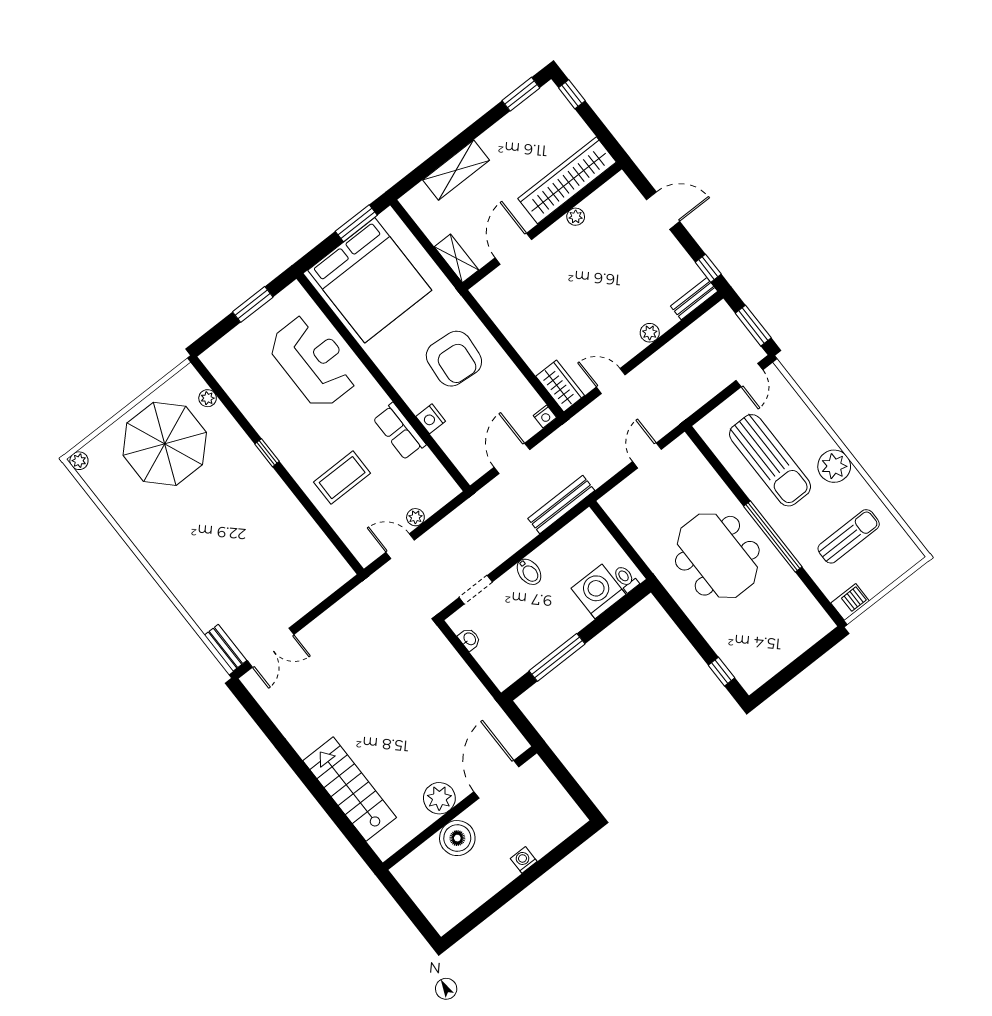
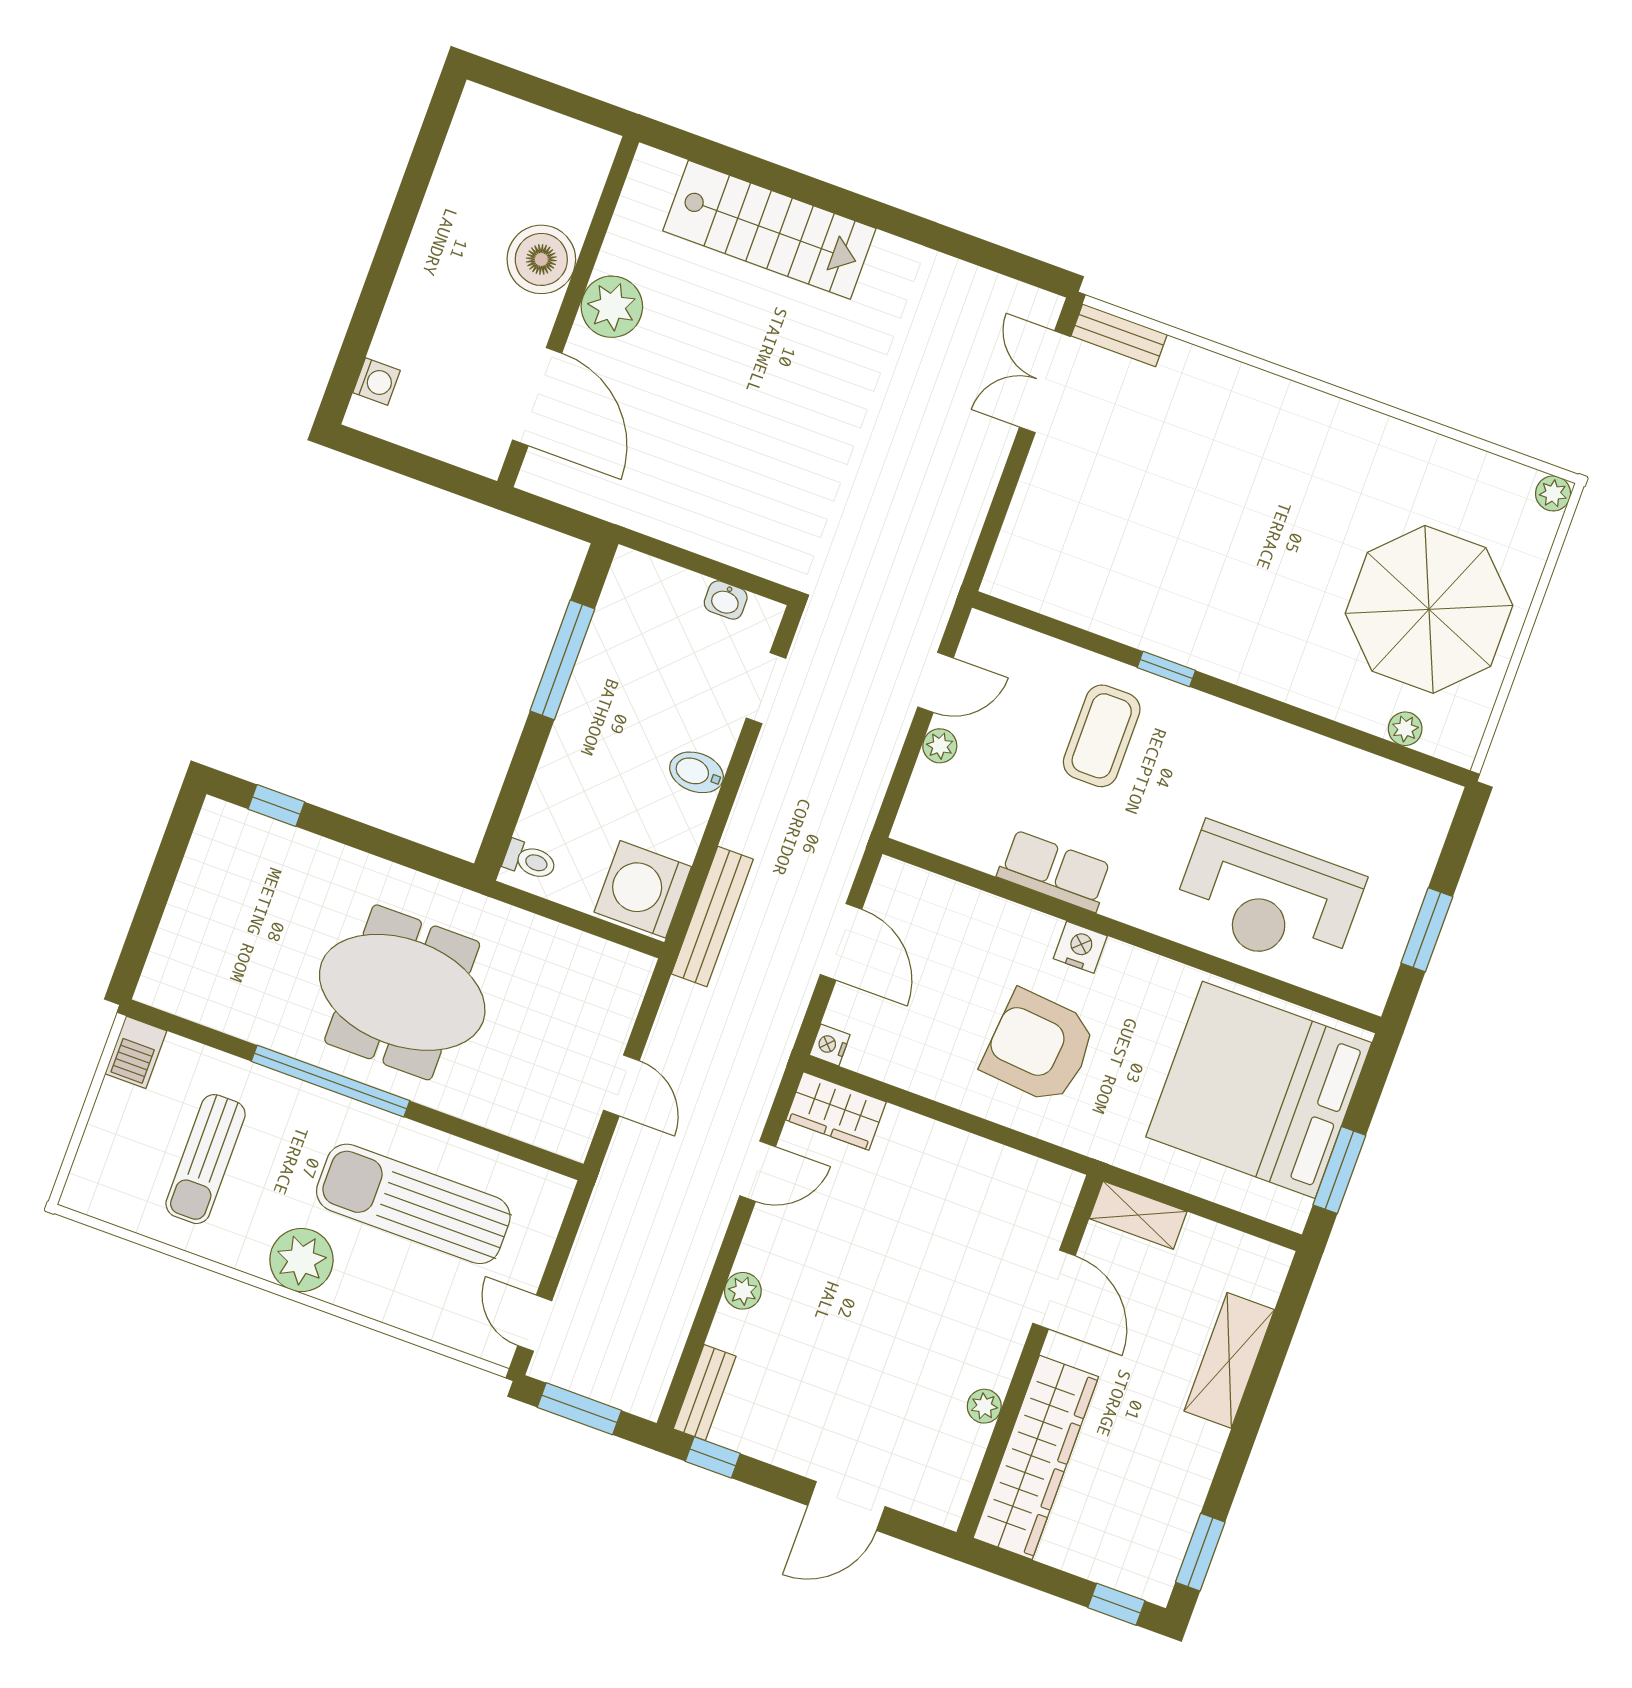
nightstand: (431, 419) -> (1080, 947), moved
window: (267, 453) -> (1166, 669), moved
washing machine: (599, 591) -> (643, 889), moved, turned 180
washing machine: (524, 860) -> (377, 381), moved

